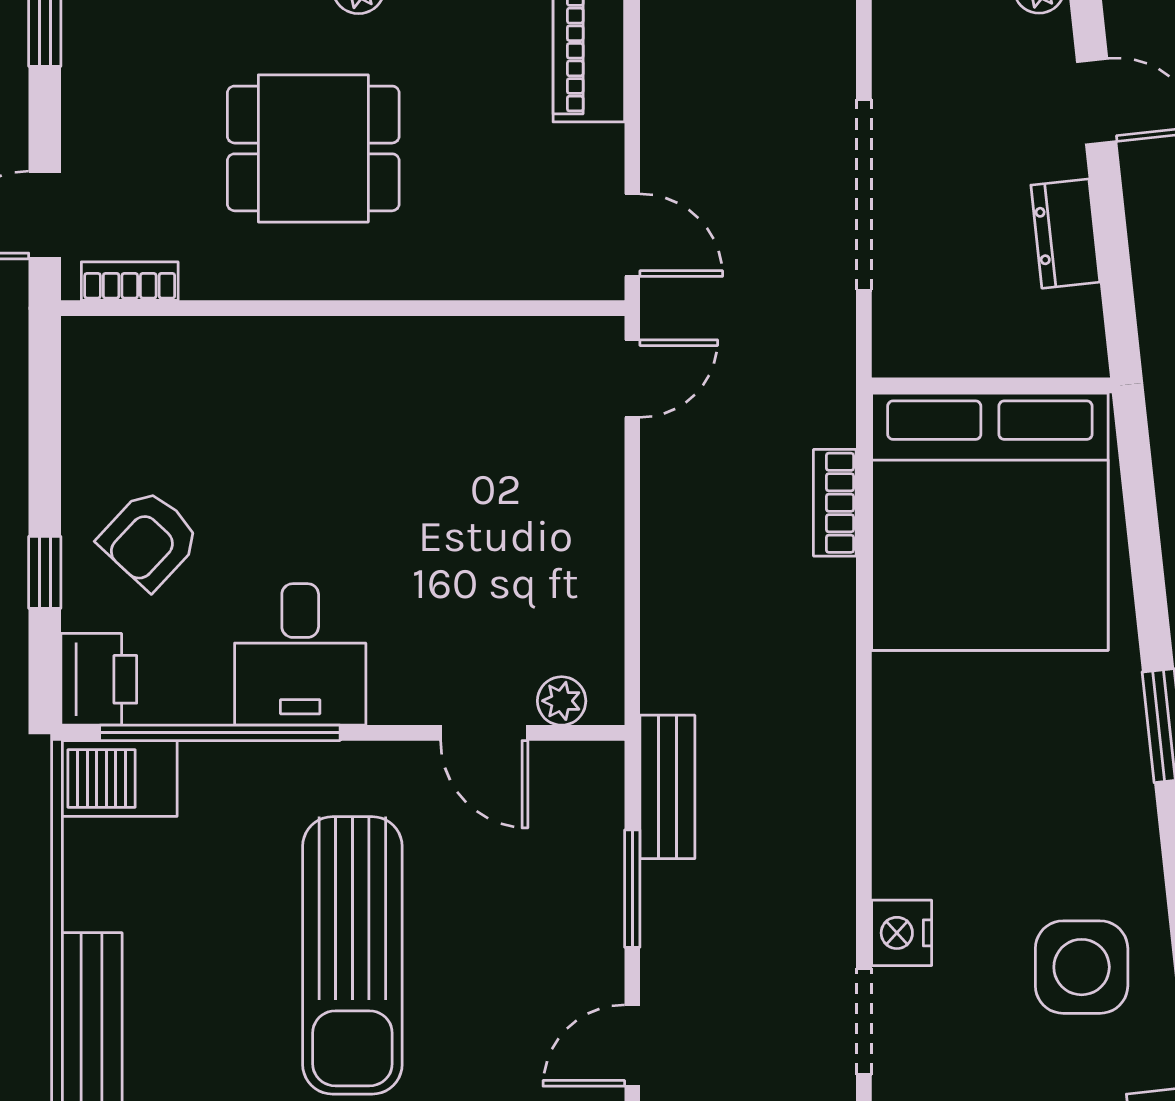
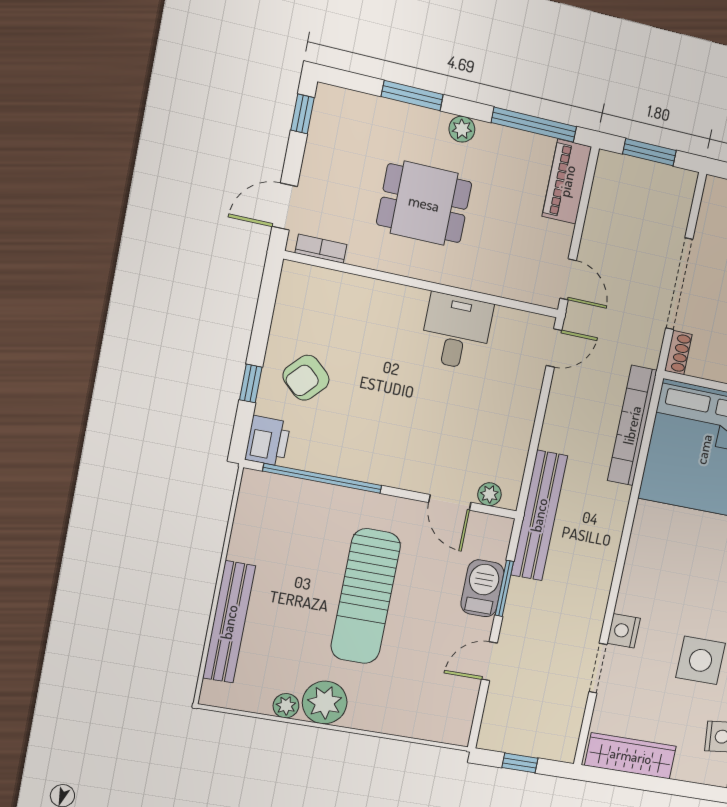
shoe rack: (893, 334) -> (678, 353), added
bookcase: (835, 503) -> (632, 425), width x2.31, depth x1.31
desk: (300, 654) -> (456, 331), moved, turned 180
barbecue: (119, 779) -> (482, 588), moved, turned 90
bench: (667, 787) -> (539, 515), width x1.86, depth x1.21

